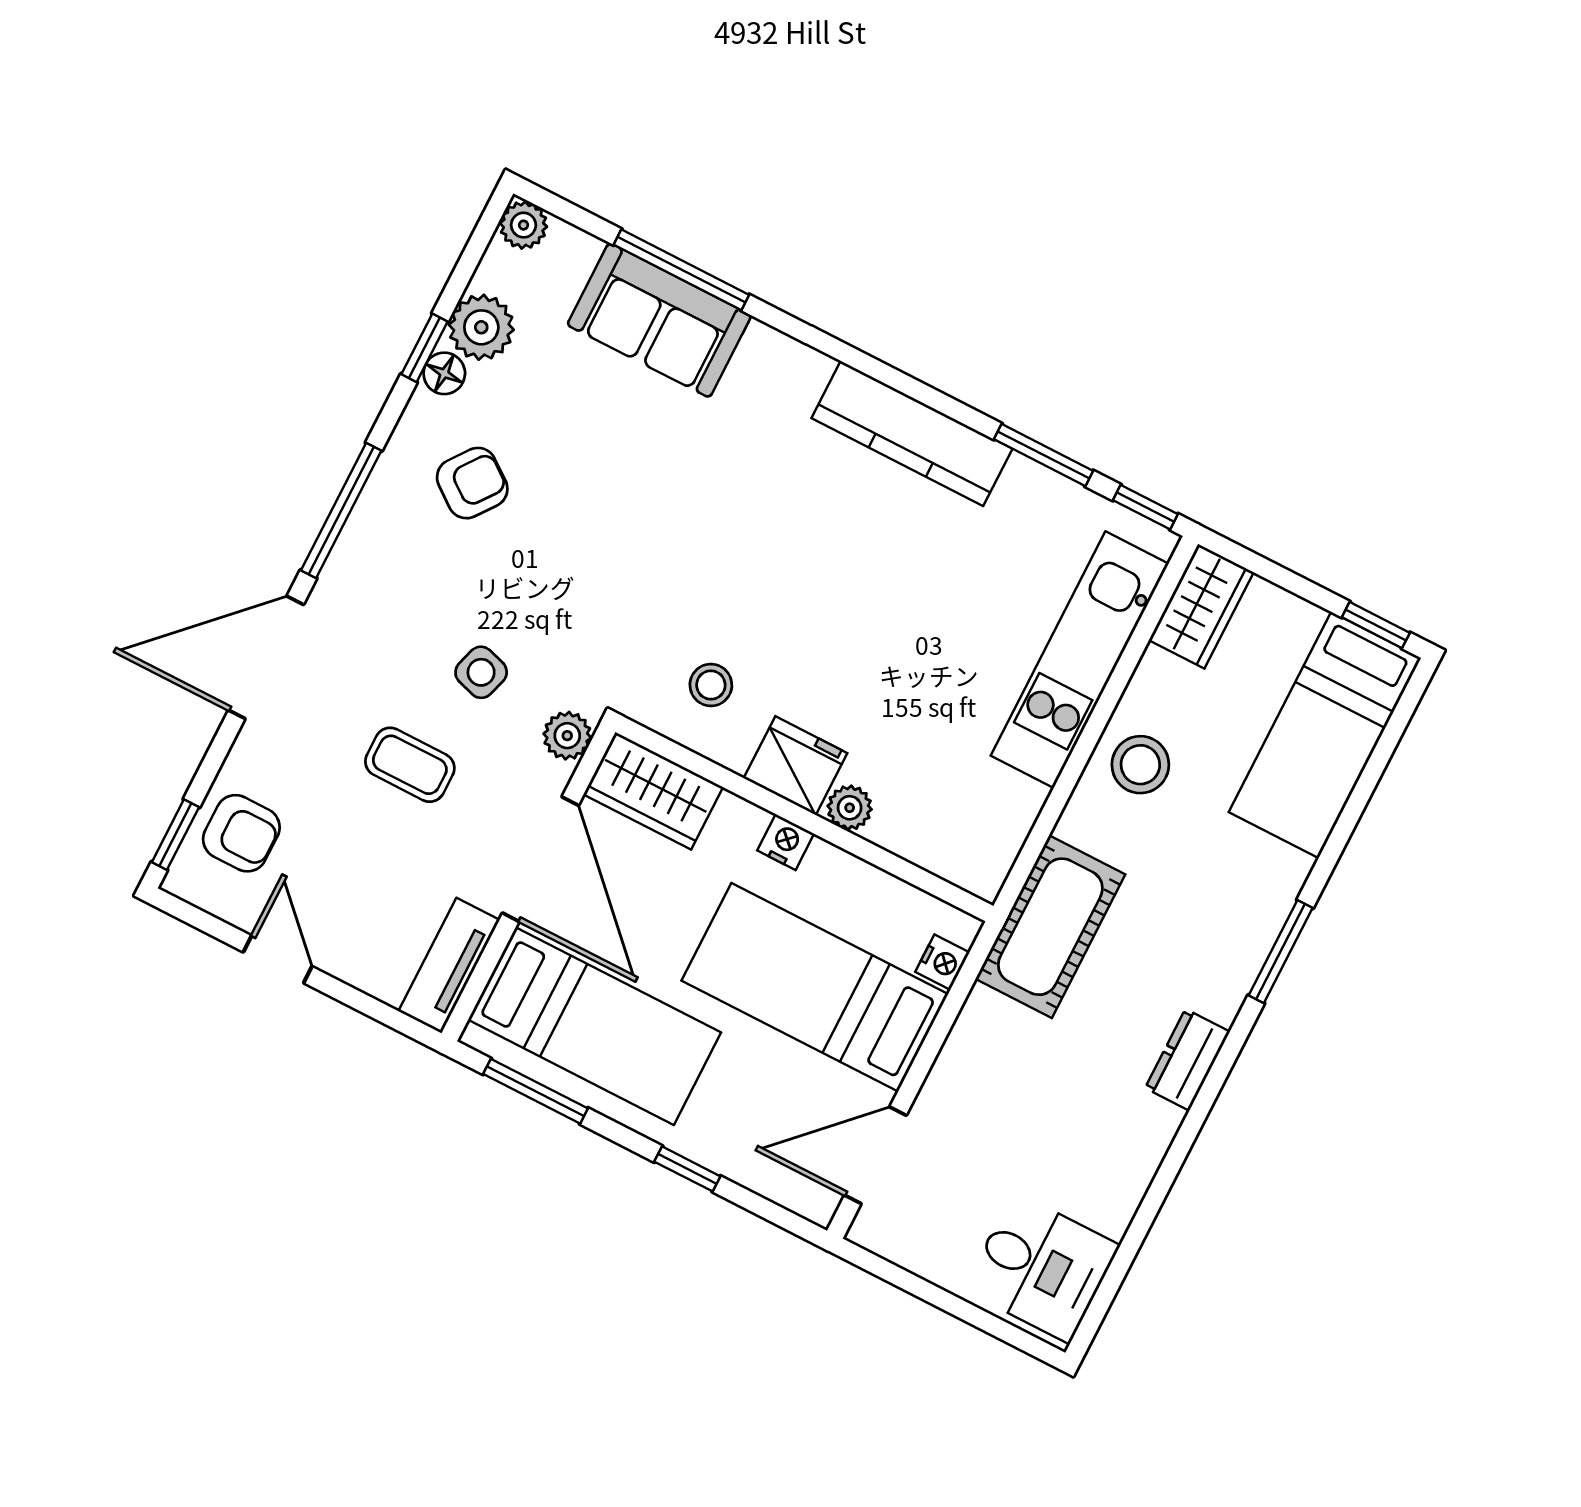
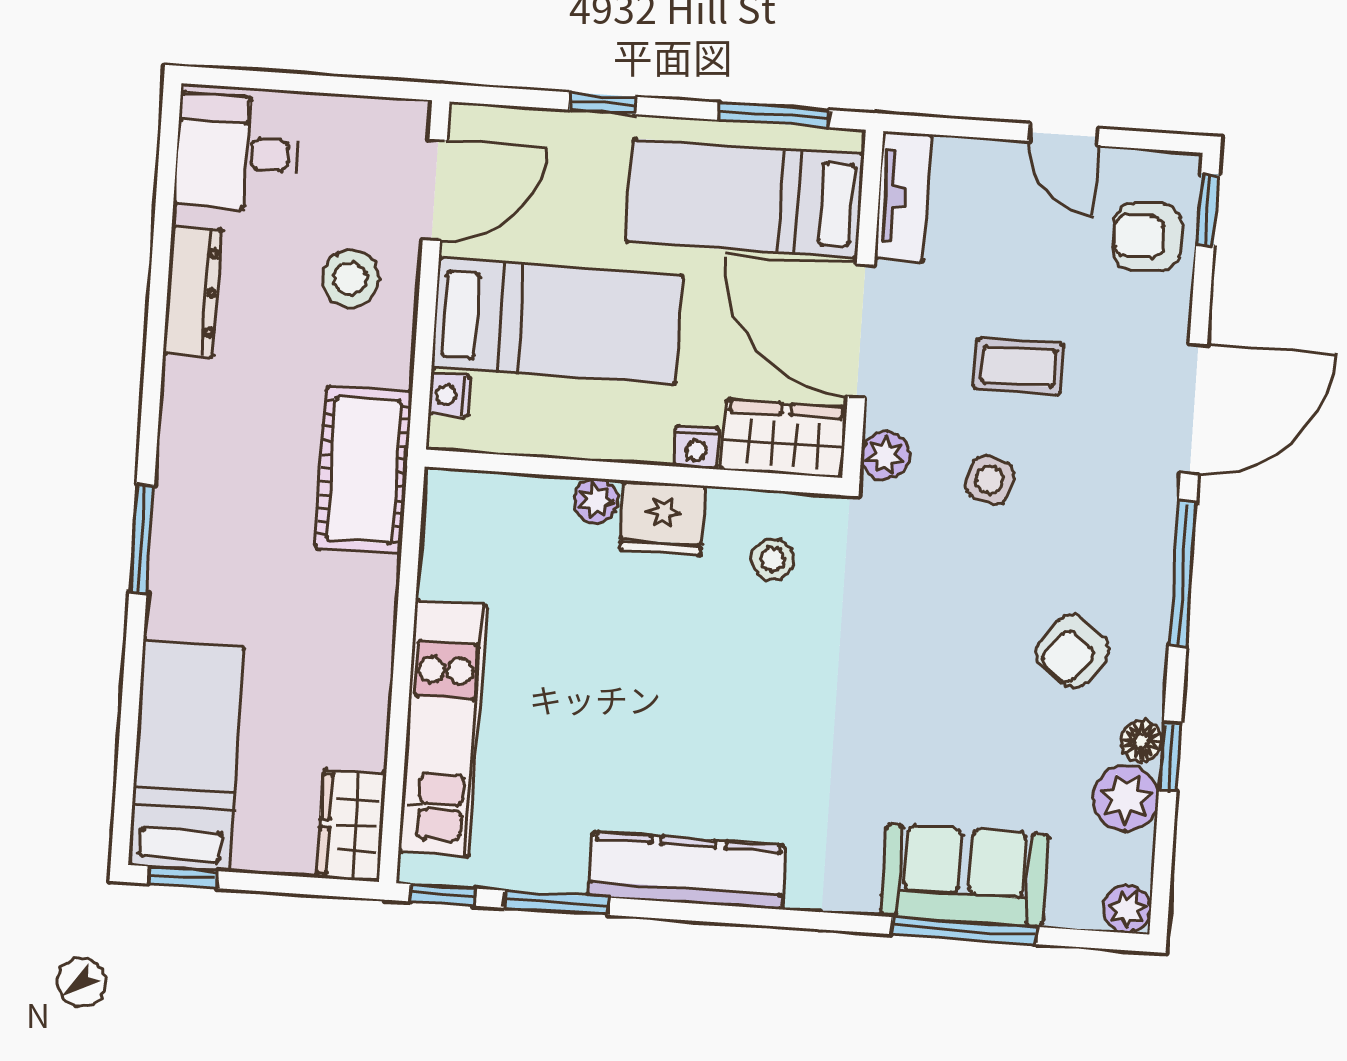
stool: (1140, 765) -> (350, 279), moved
nightstand: (786, 842) -> (696, 447), moved
dresser: (1187, 1060) -> (192, 292), moved, width x1.44

